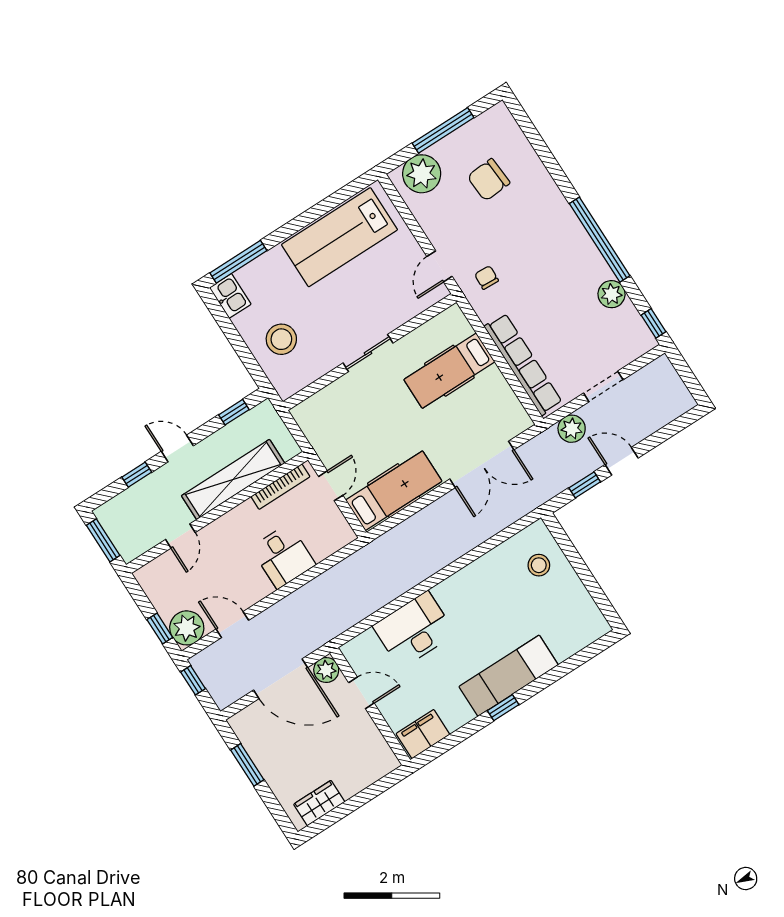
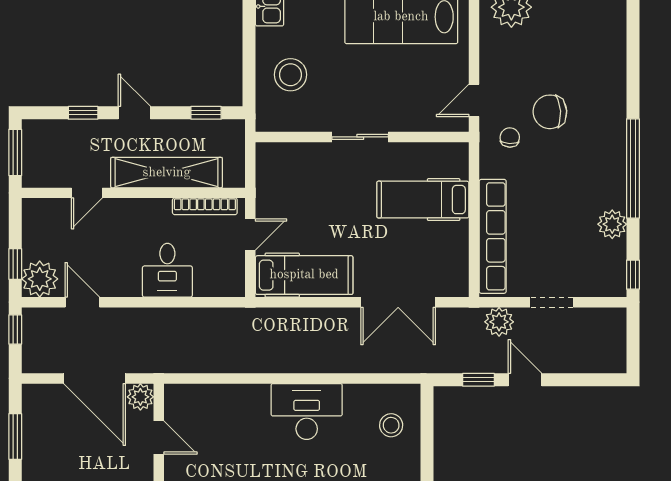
chair: (489, 180) -> (550, 112), moved
desk: (414, 630) -> (307, 412), moved

